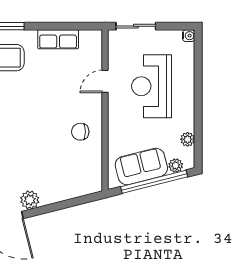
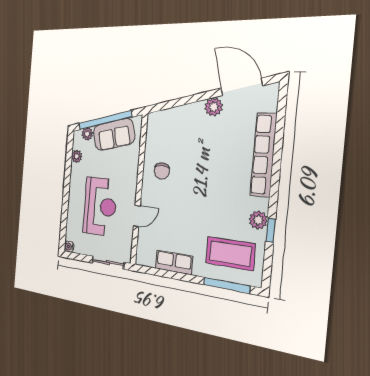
chair: (80, 132) -> (162, 171), turned 90

